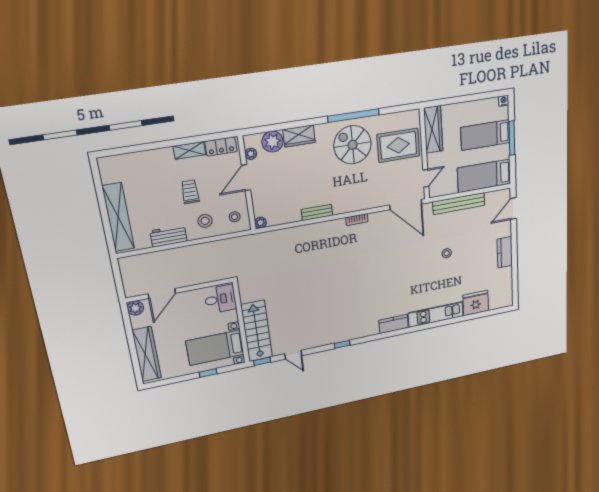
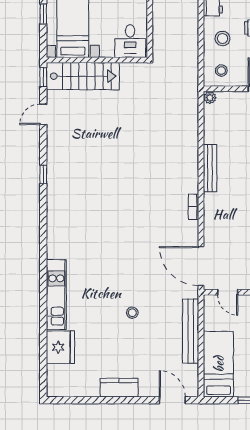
door: (406, 204) -> (201, 266), hinge flipped
bench: (317, 212) -> (210, 168), width x1.36
kitchen counter: (394, 324) -> (55, 240), removed

